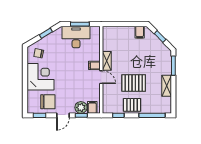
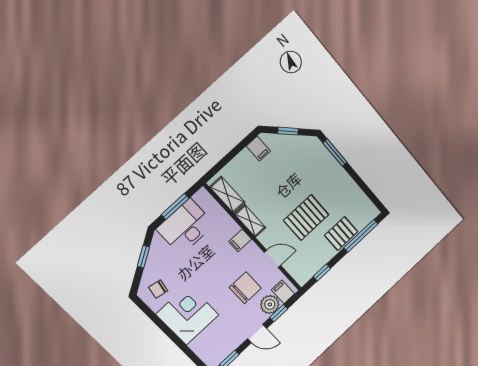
door: (101, 77) -> (272, 259), moved
shelving: (167, 86) -> (227, 195), moved
chair: (48, 102) -> (245, 288), moved
pallet: (132, 105) -> (341, 234), moved
door: (63, 115) -> (257, 333), hinge flipped

